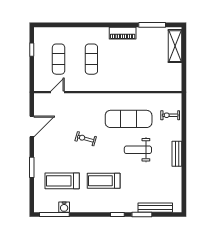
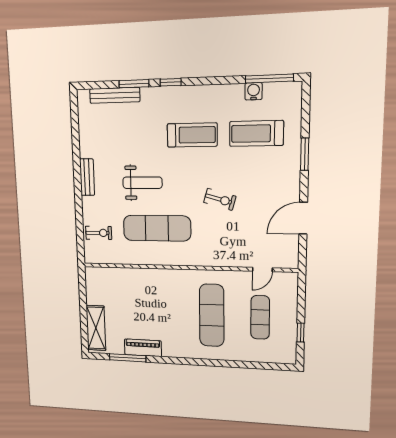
piano: (123, 33) -> (143, 348), moved
exercise mat: (91, 59) -> (212, 315), width x1.36, depth x1.45
treadmill: (62, 181) -> (256, 133), turned 180

